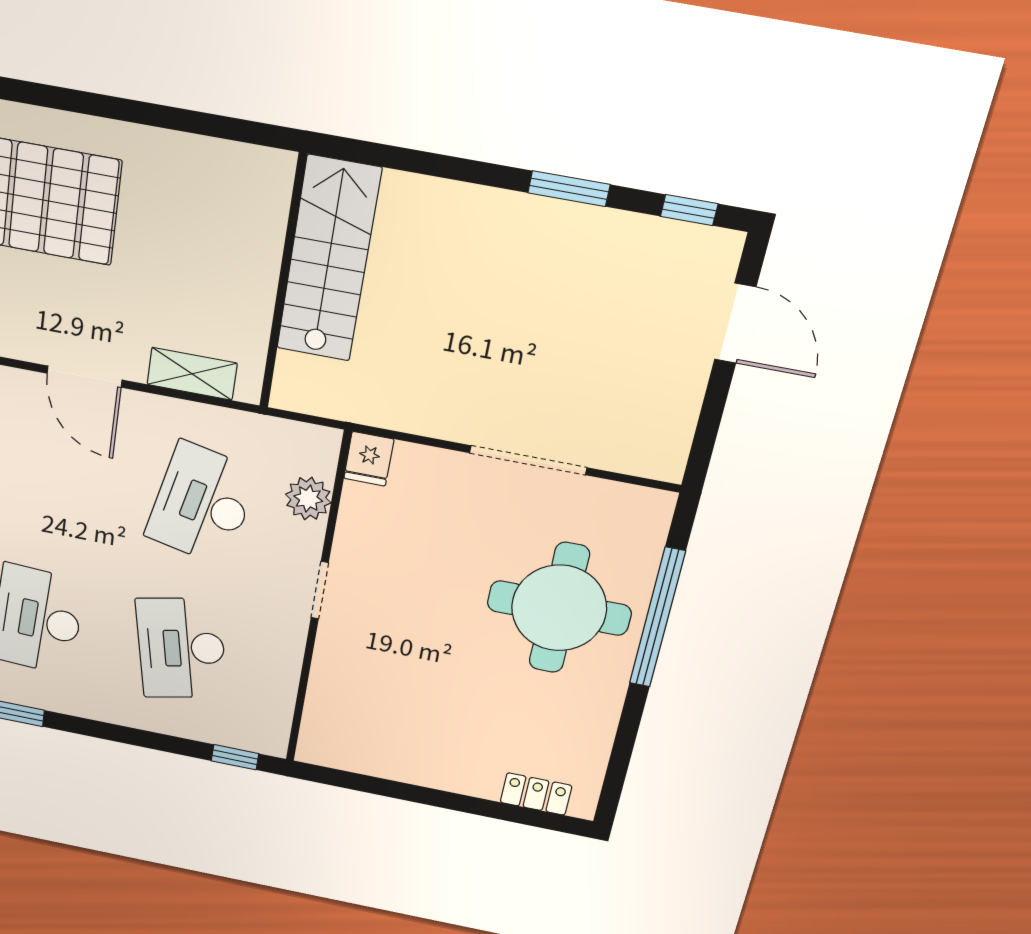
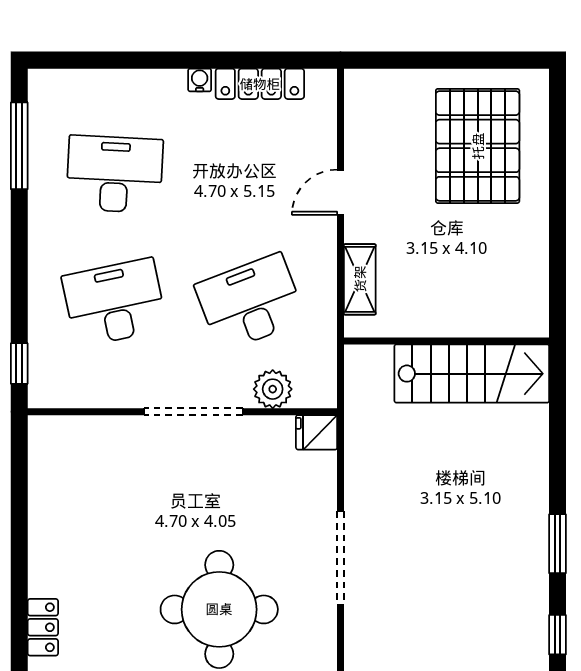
door: (85, 377) -> (341, 192), width x0.73
desk: (202, 504) -> (250, 303), turned -33
doorway: (320, 590) -> (194, 412), width x1.88

